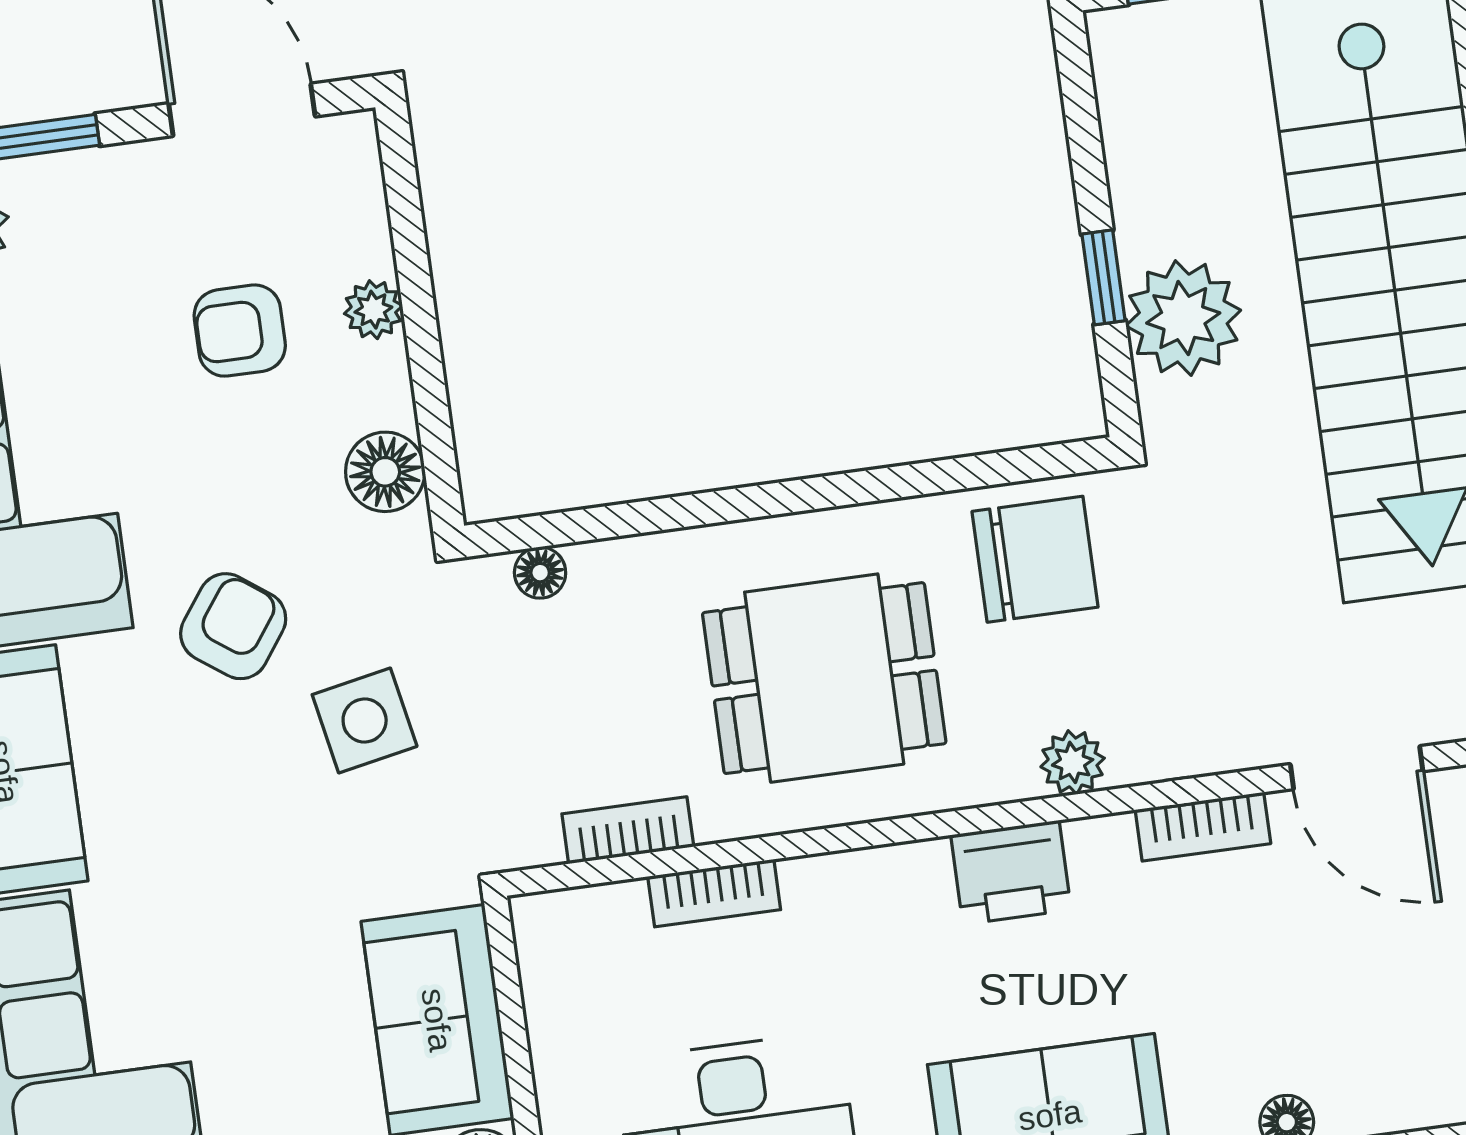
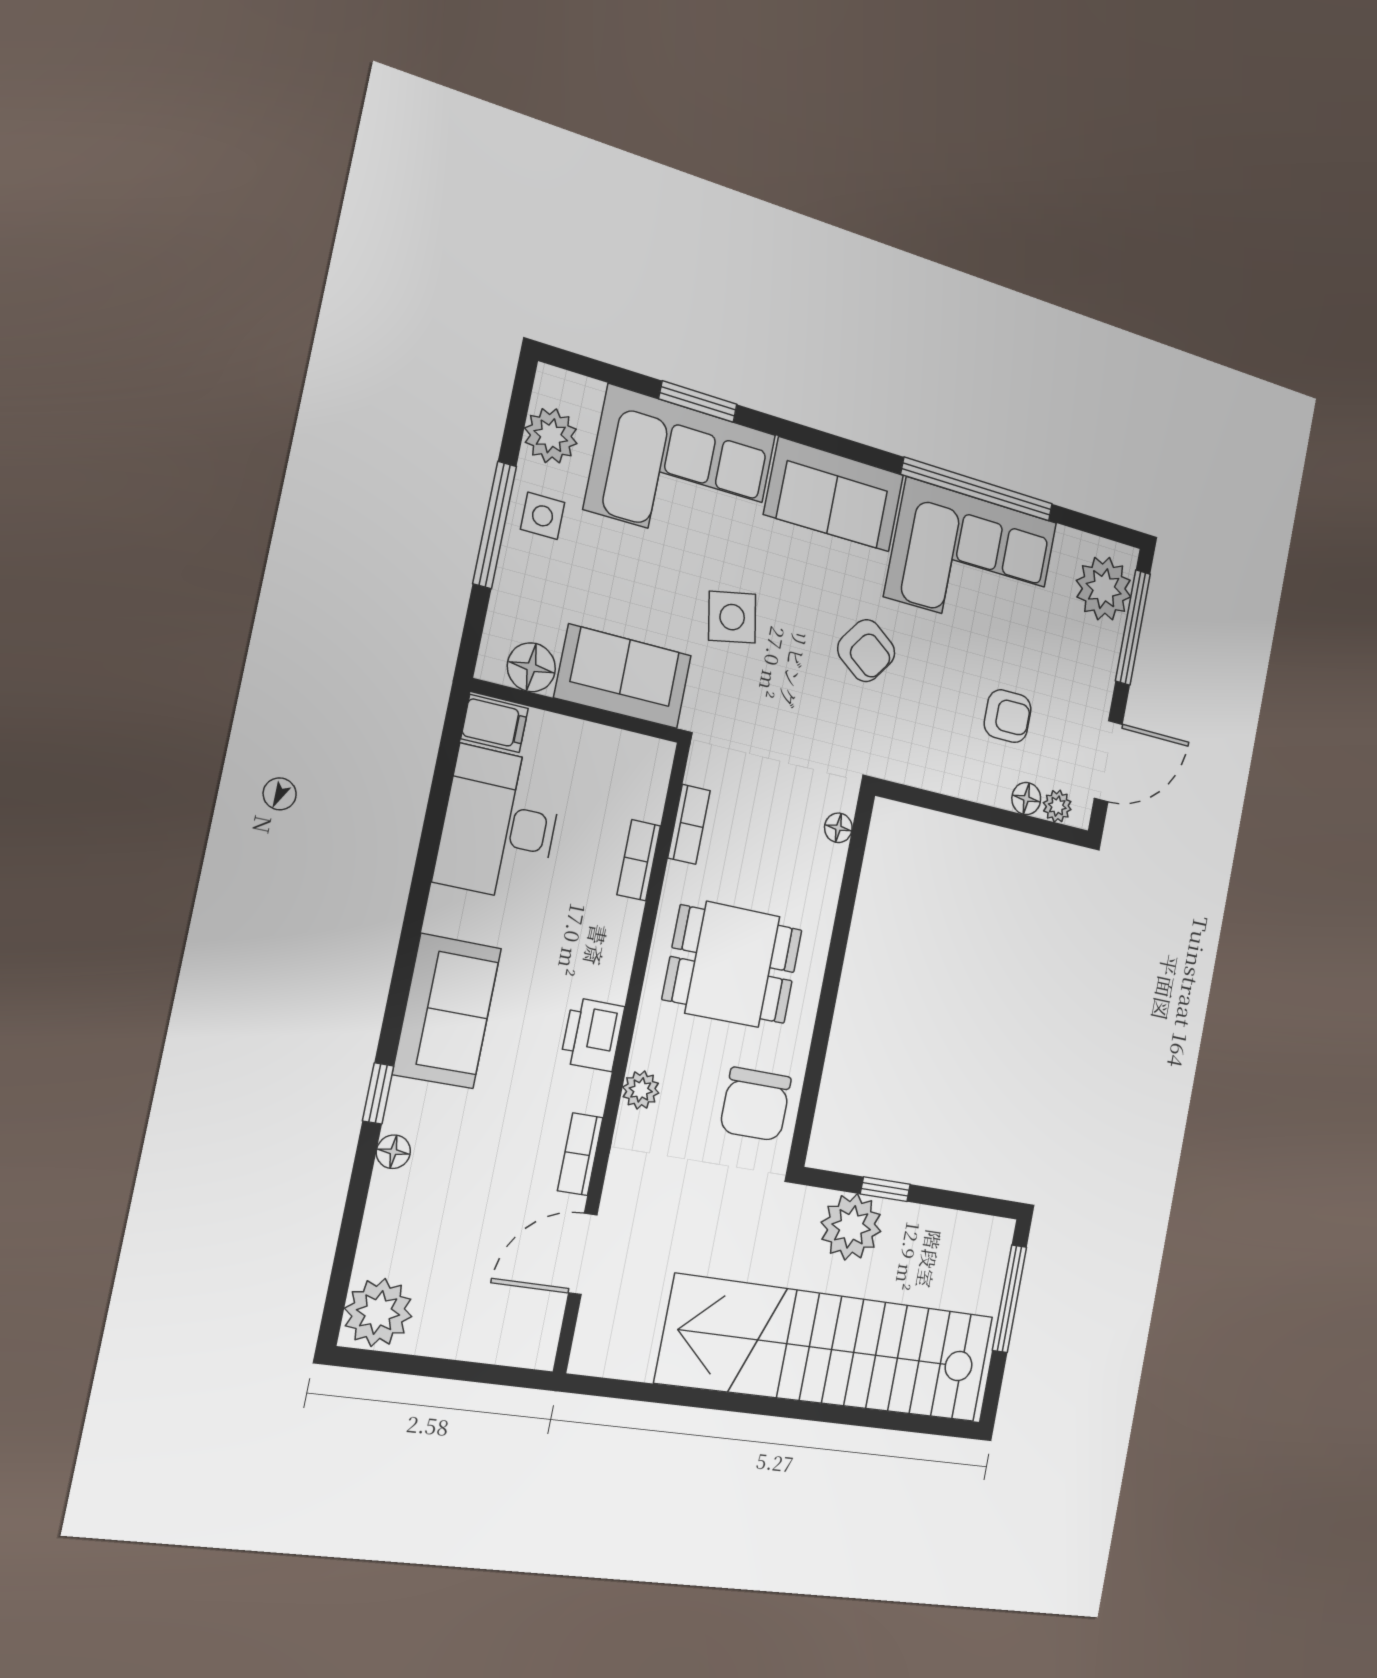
plant: (373, 310) -> (1057, 806), moved
armchair: (240, 331) -> (1008, 716), turned 90
floor lamp: (385, 472) -> (1026, 799), moved, width x0.73, depth x0.73
dining table: (824, 678) -> (733, 964), turned 90
side table: (365, 720) -> (732, 617), moved

